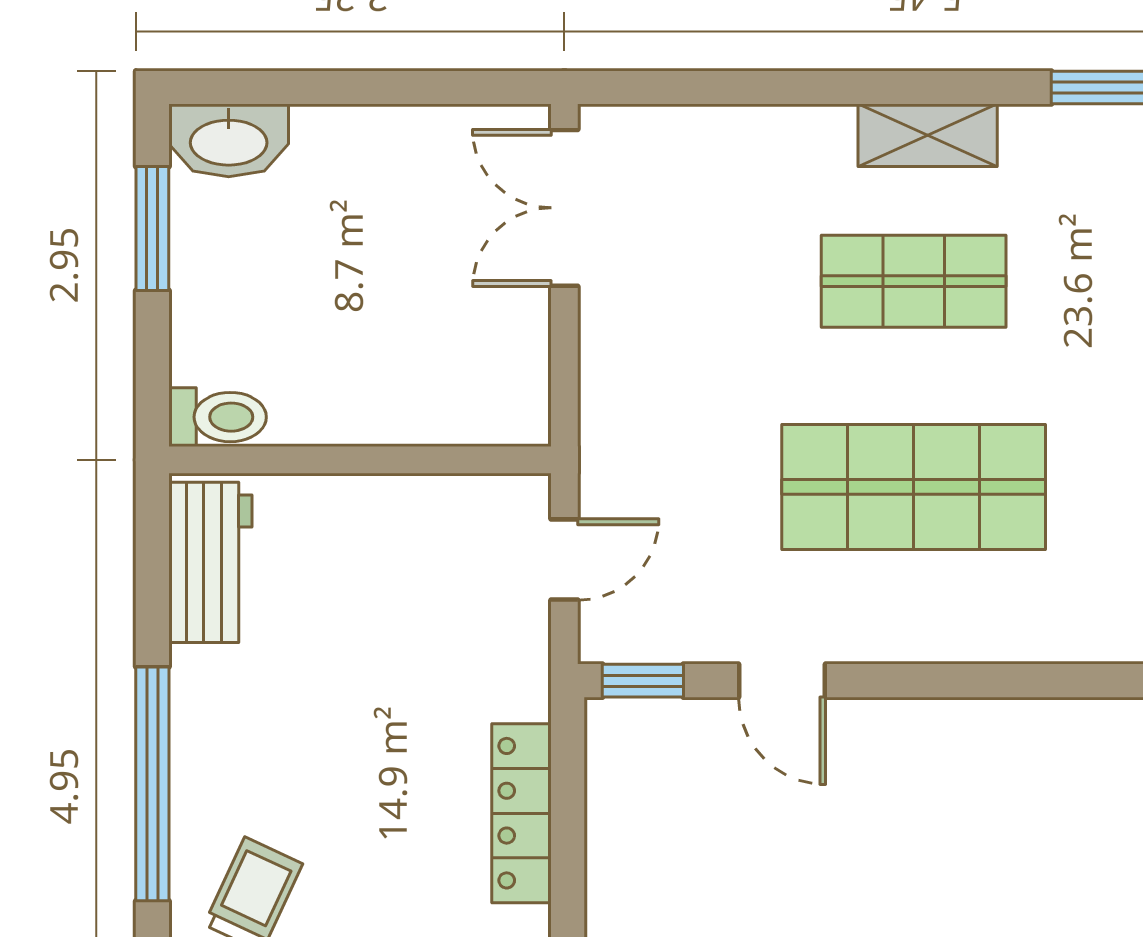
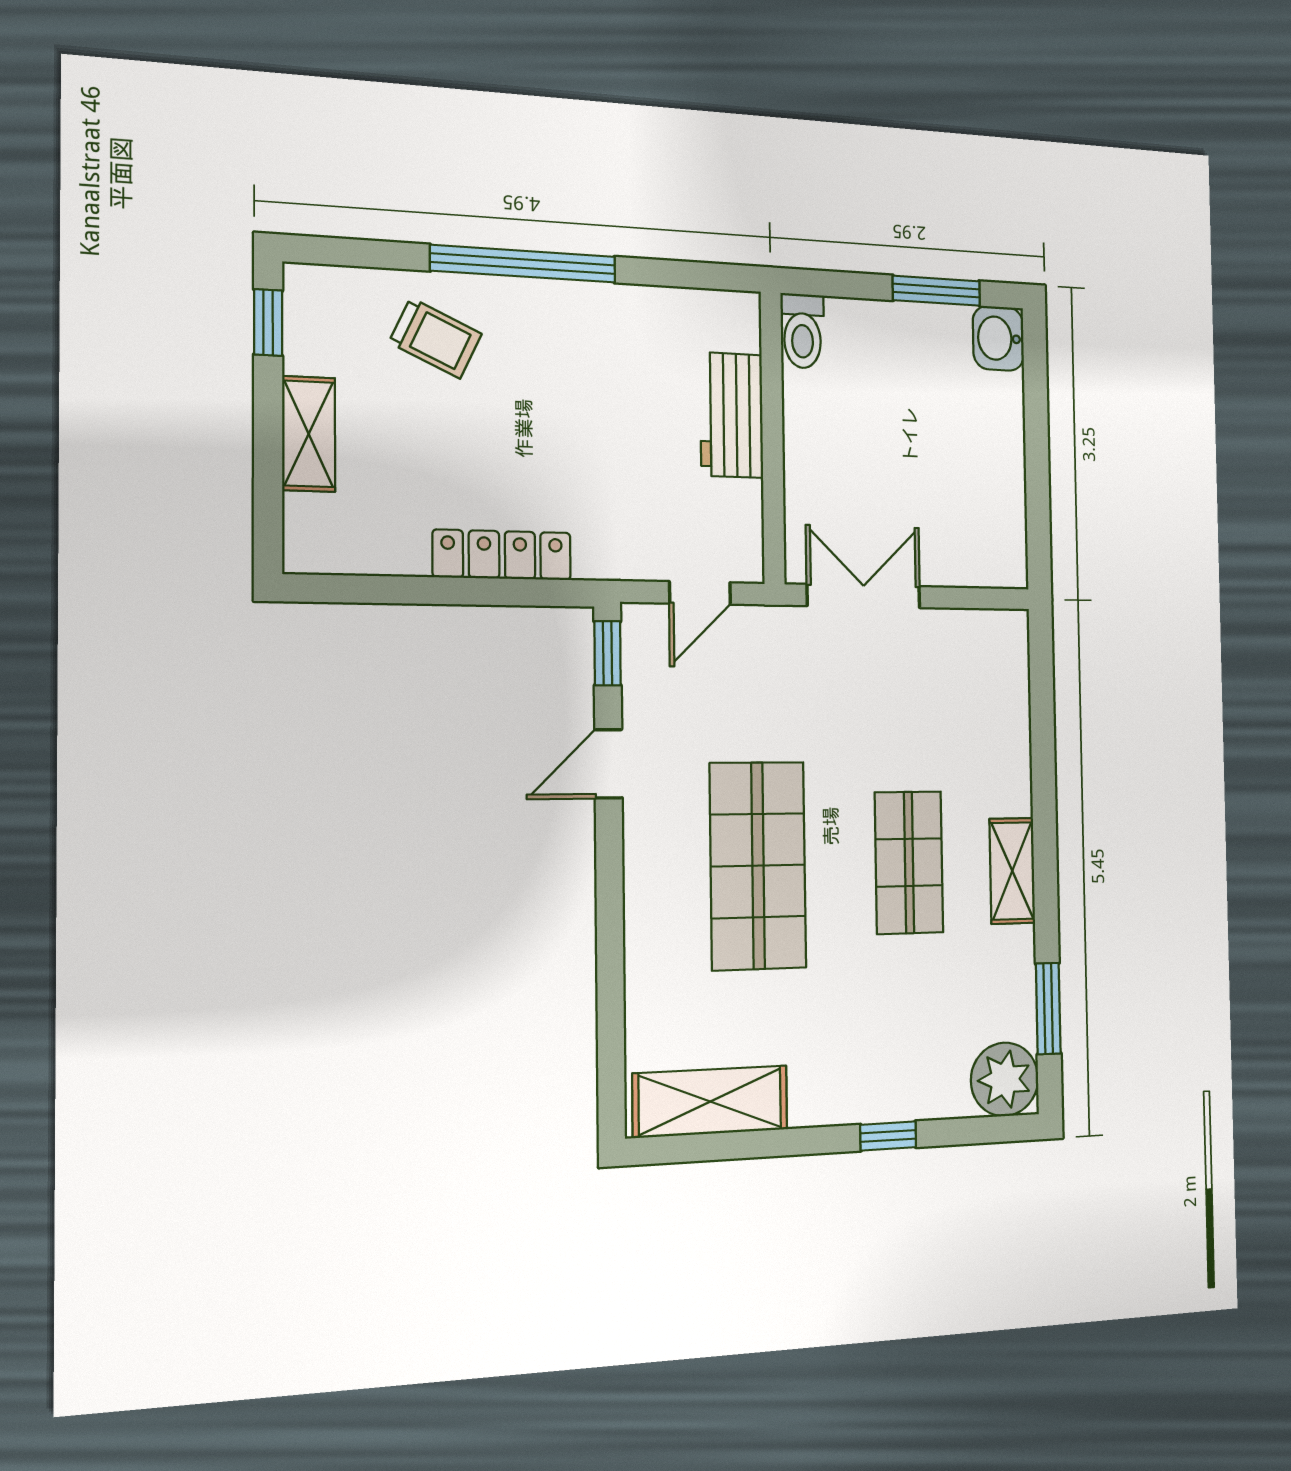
washbasin: (229, 140) -> (998, 338), width x0.72
double door: (564, 208) -> (864, 596), moved
door: (564, 560) -> (700, 593), hinge flipped
workbench: (210, 562) -> (732, 415), moved, turned 90

